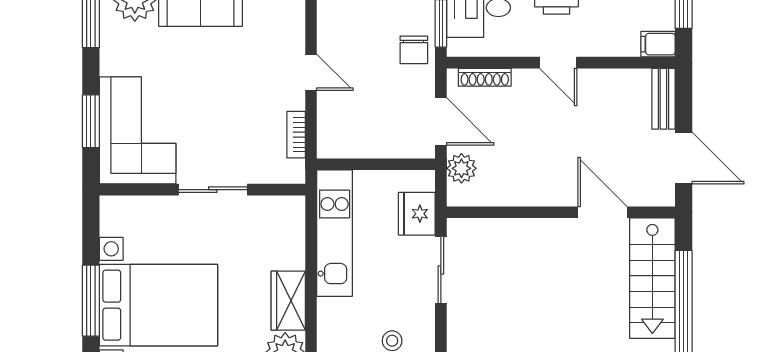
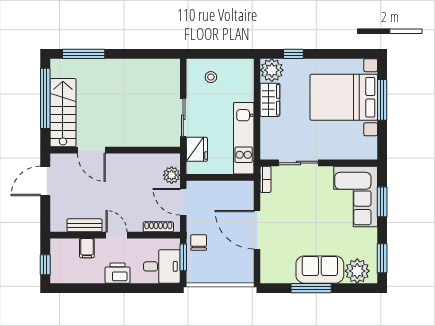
filing cabinet: (658, 44) -> (87, 248), moved, turned 90
door: (311, 72) -> (257, 230), width x1.88
bench: (663, 99) -> (84, 225), moved, turned 90
bookcase: (296, 135) -> (266, 179), moved
door: (684, 158) -> (45, 181), hinge flipped
sliding door: (213, 190) -> (298, 163), moved

